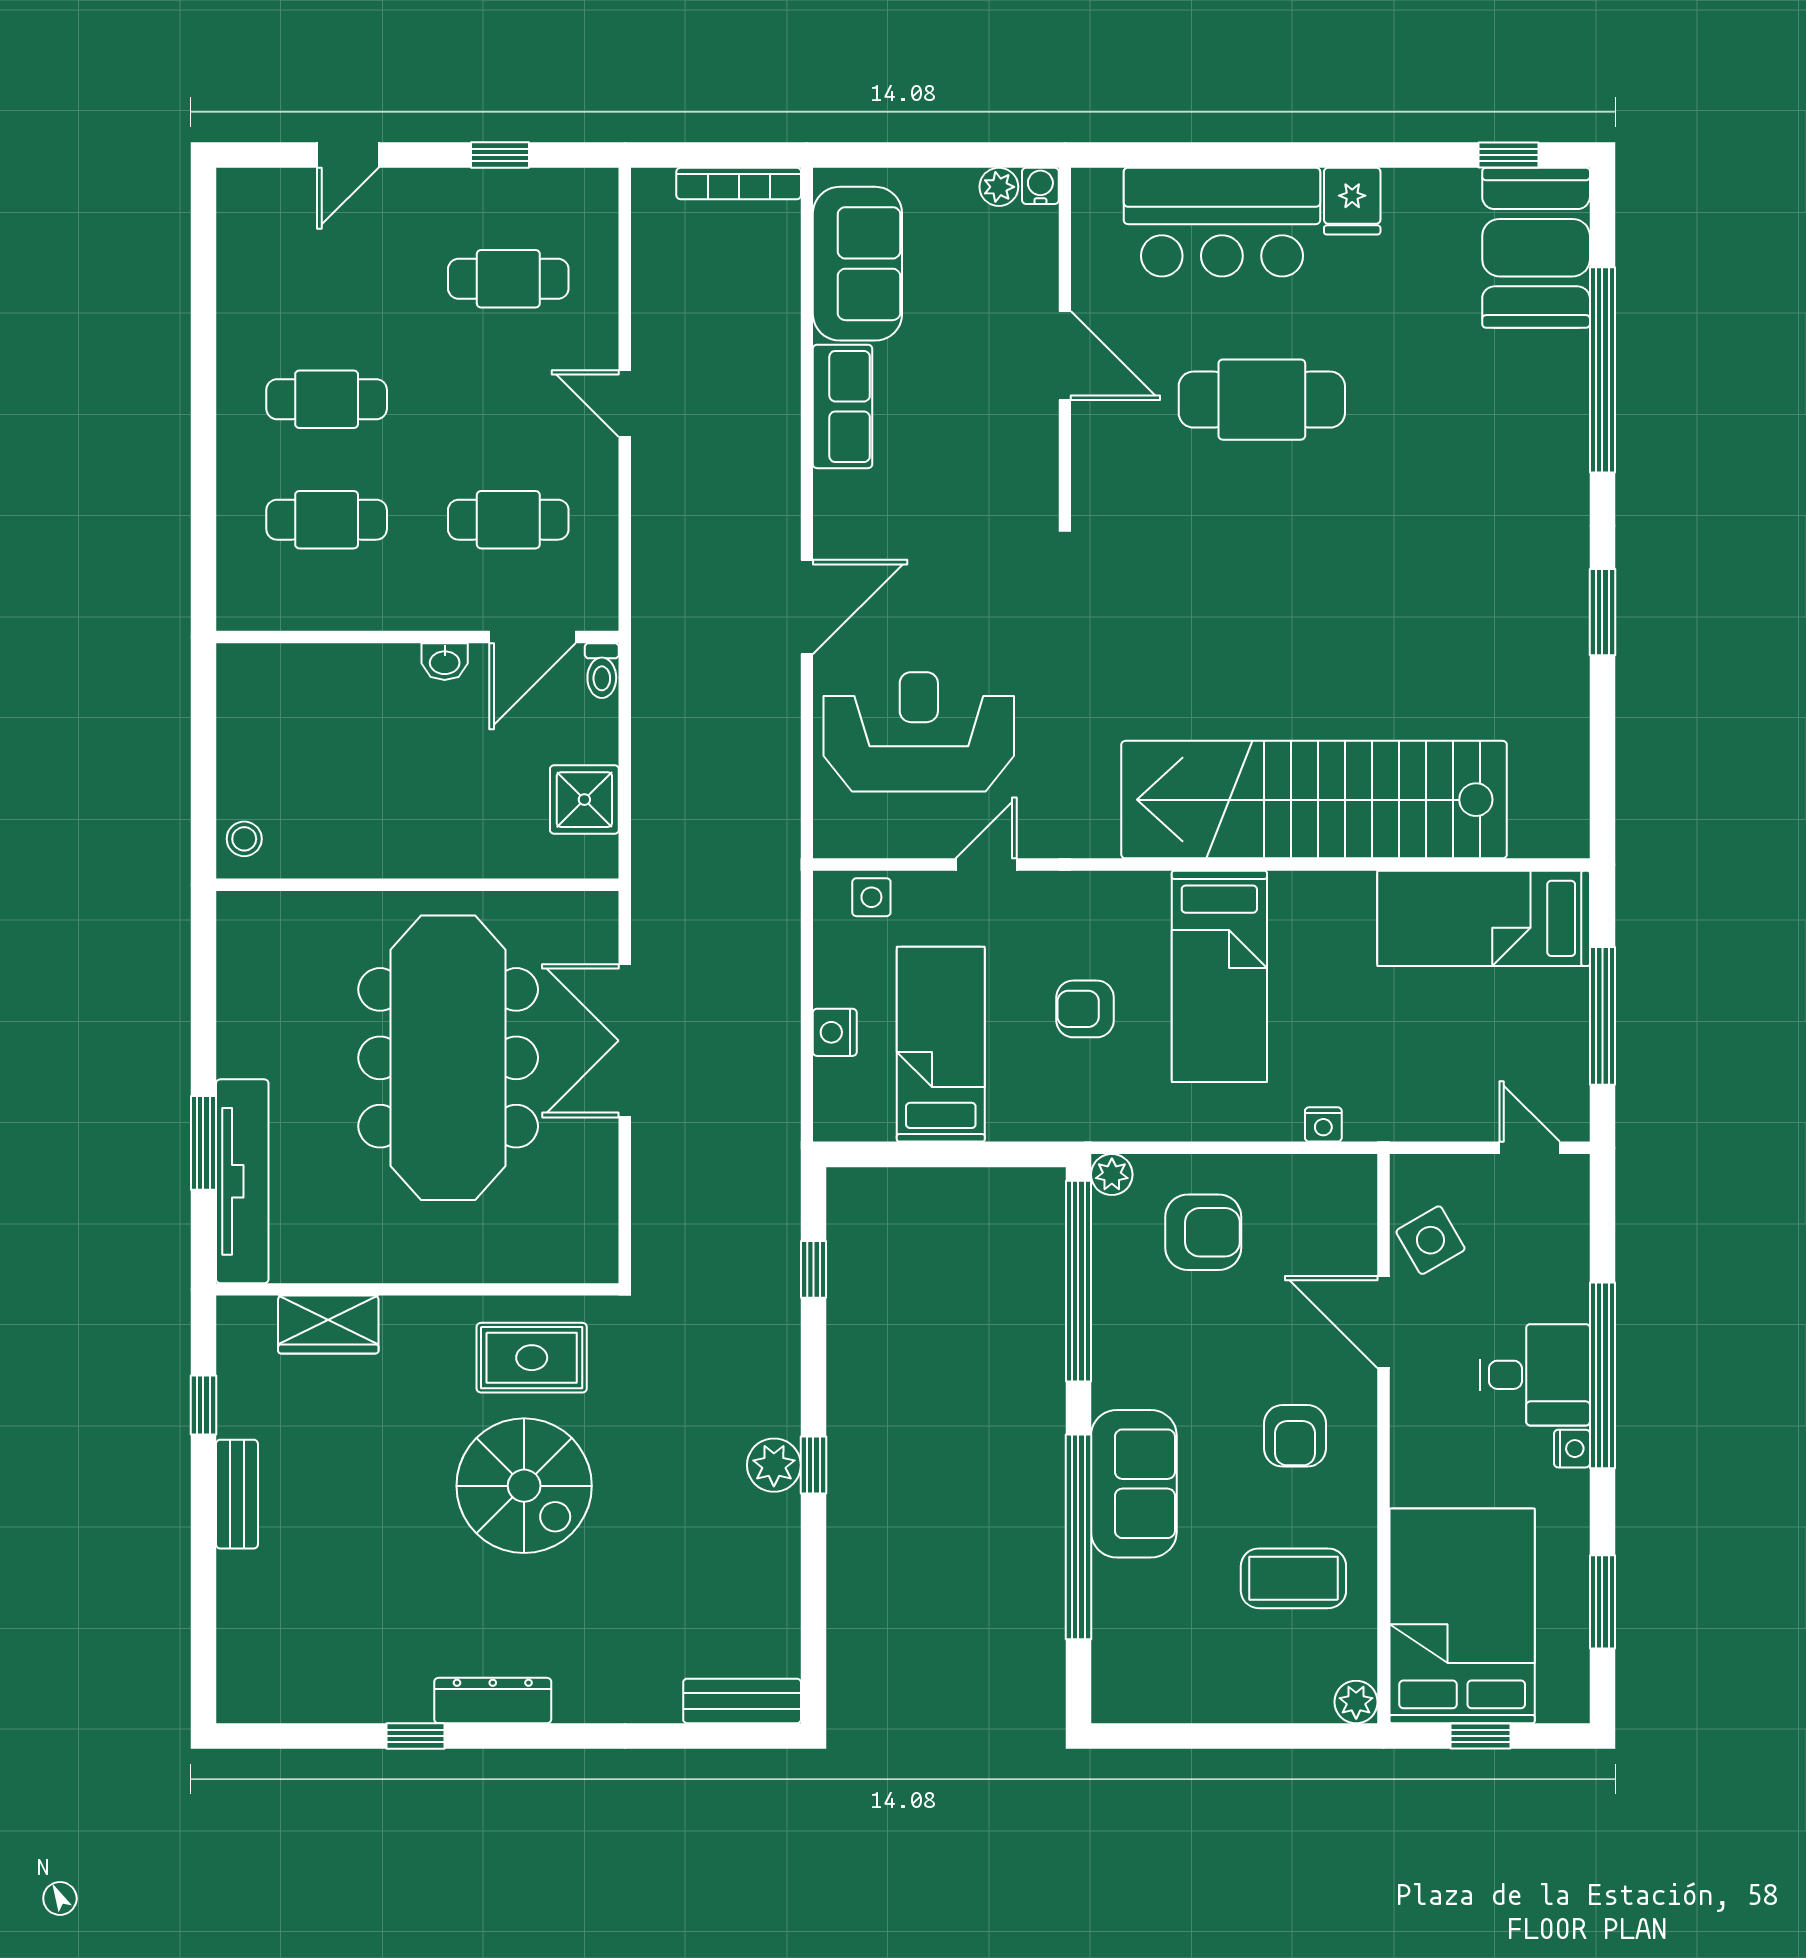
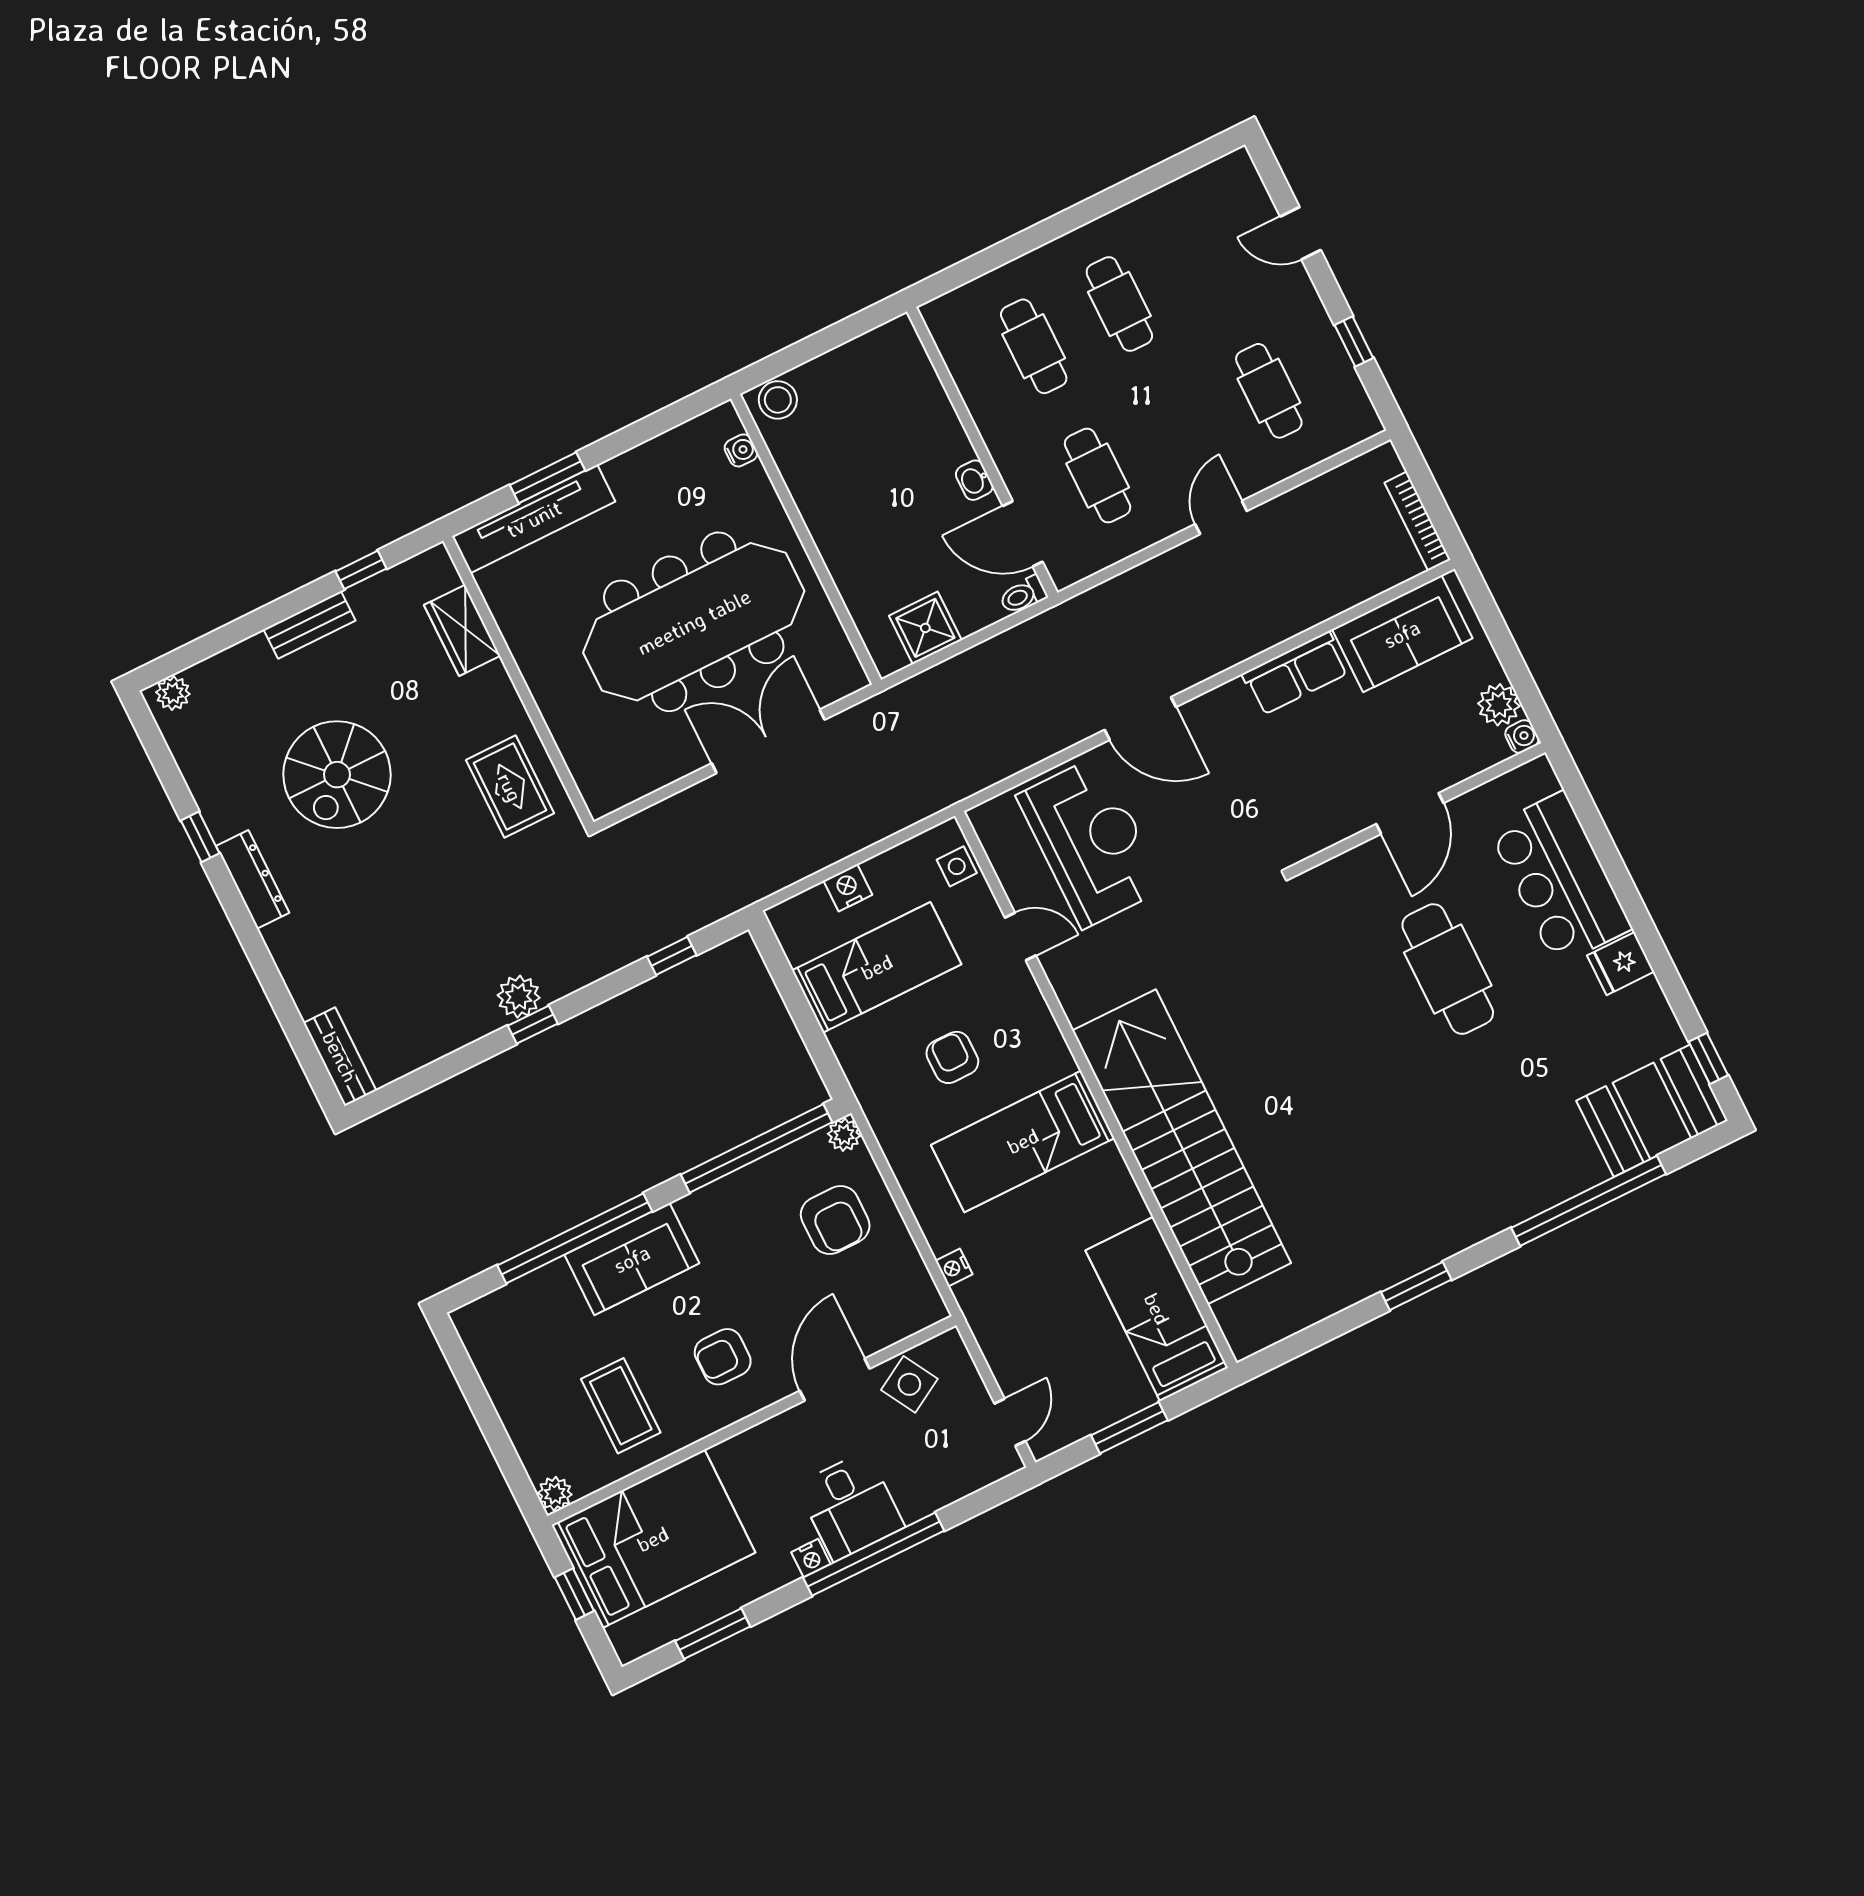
plant: (999, 187) -> (1499, 705), width x1.38, depth x1.38
stool: (244, 839) -> (778, 400), width x1.37, depth x1.37
water cooler: (281, 909) -> (741, 450), added
window: (1602, 1016) -> (1129, 1428), width x0.69
spiral stairs: (524, 1486) -> (337, 775), moved
plant: (238, 1687) -> (173, 693), added

